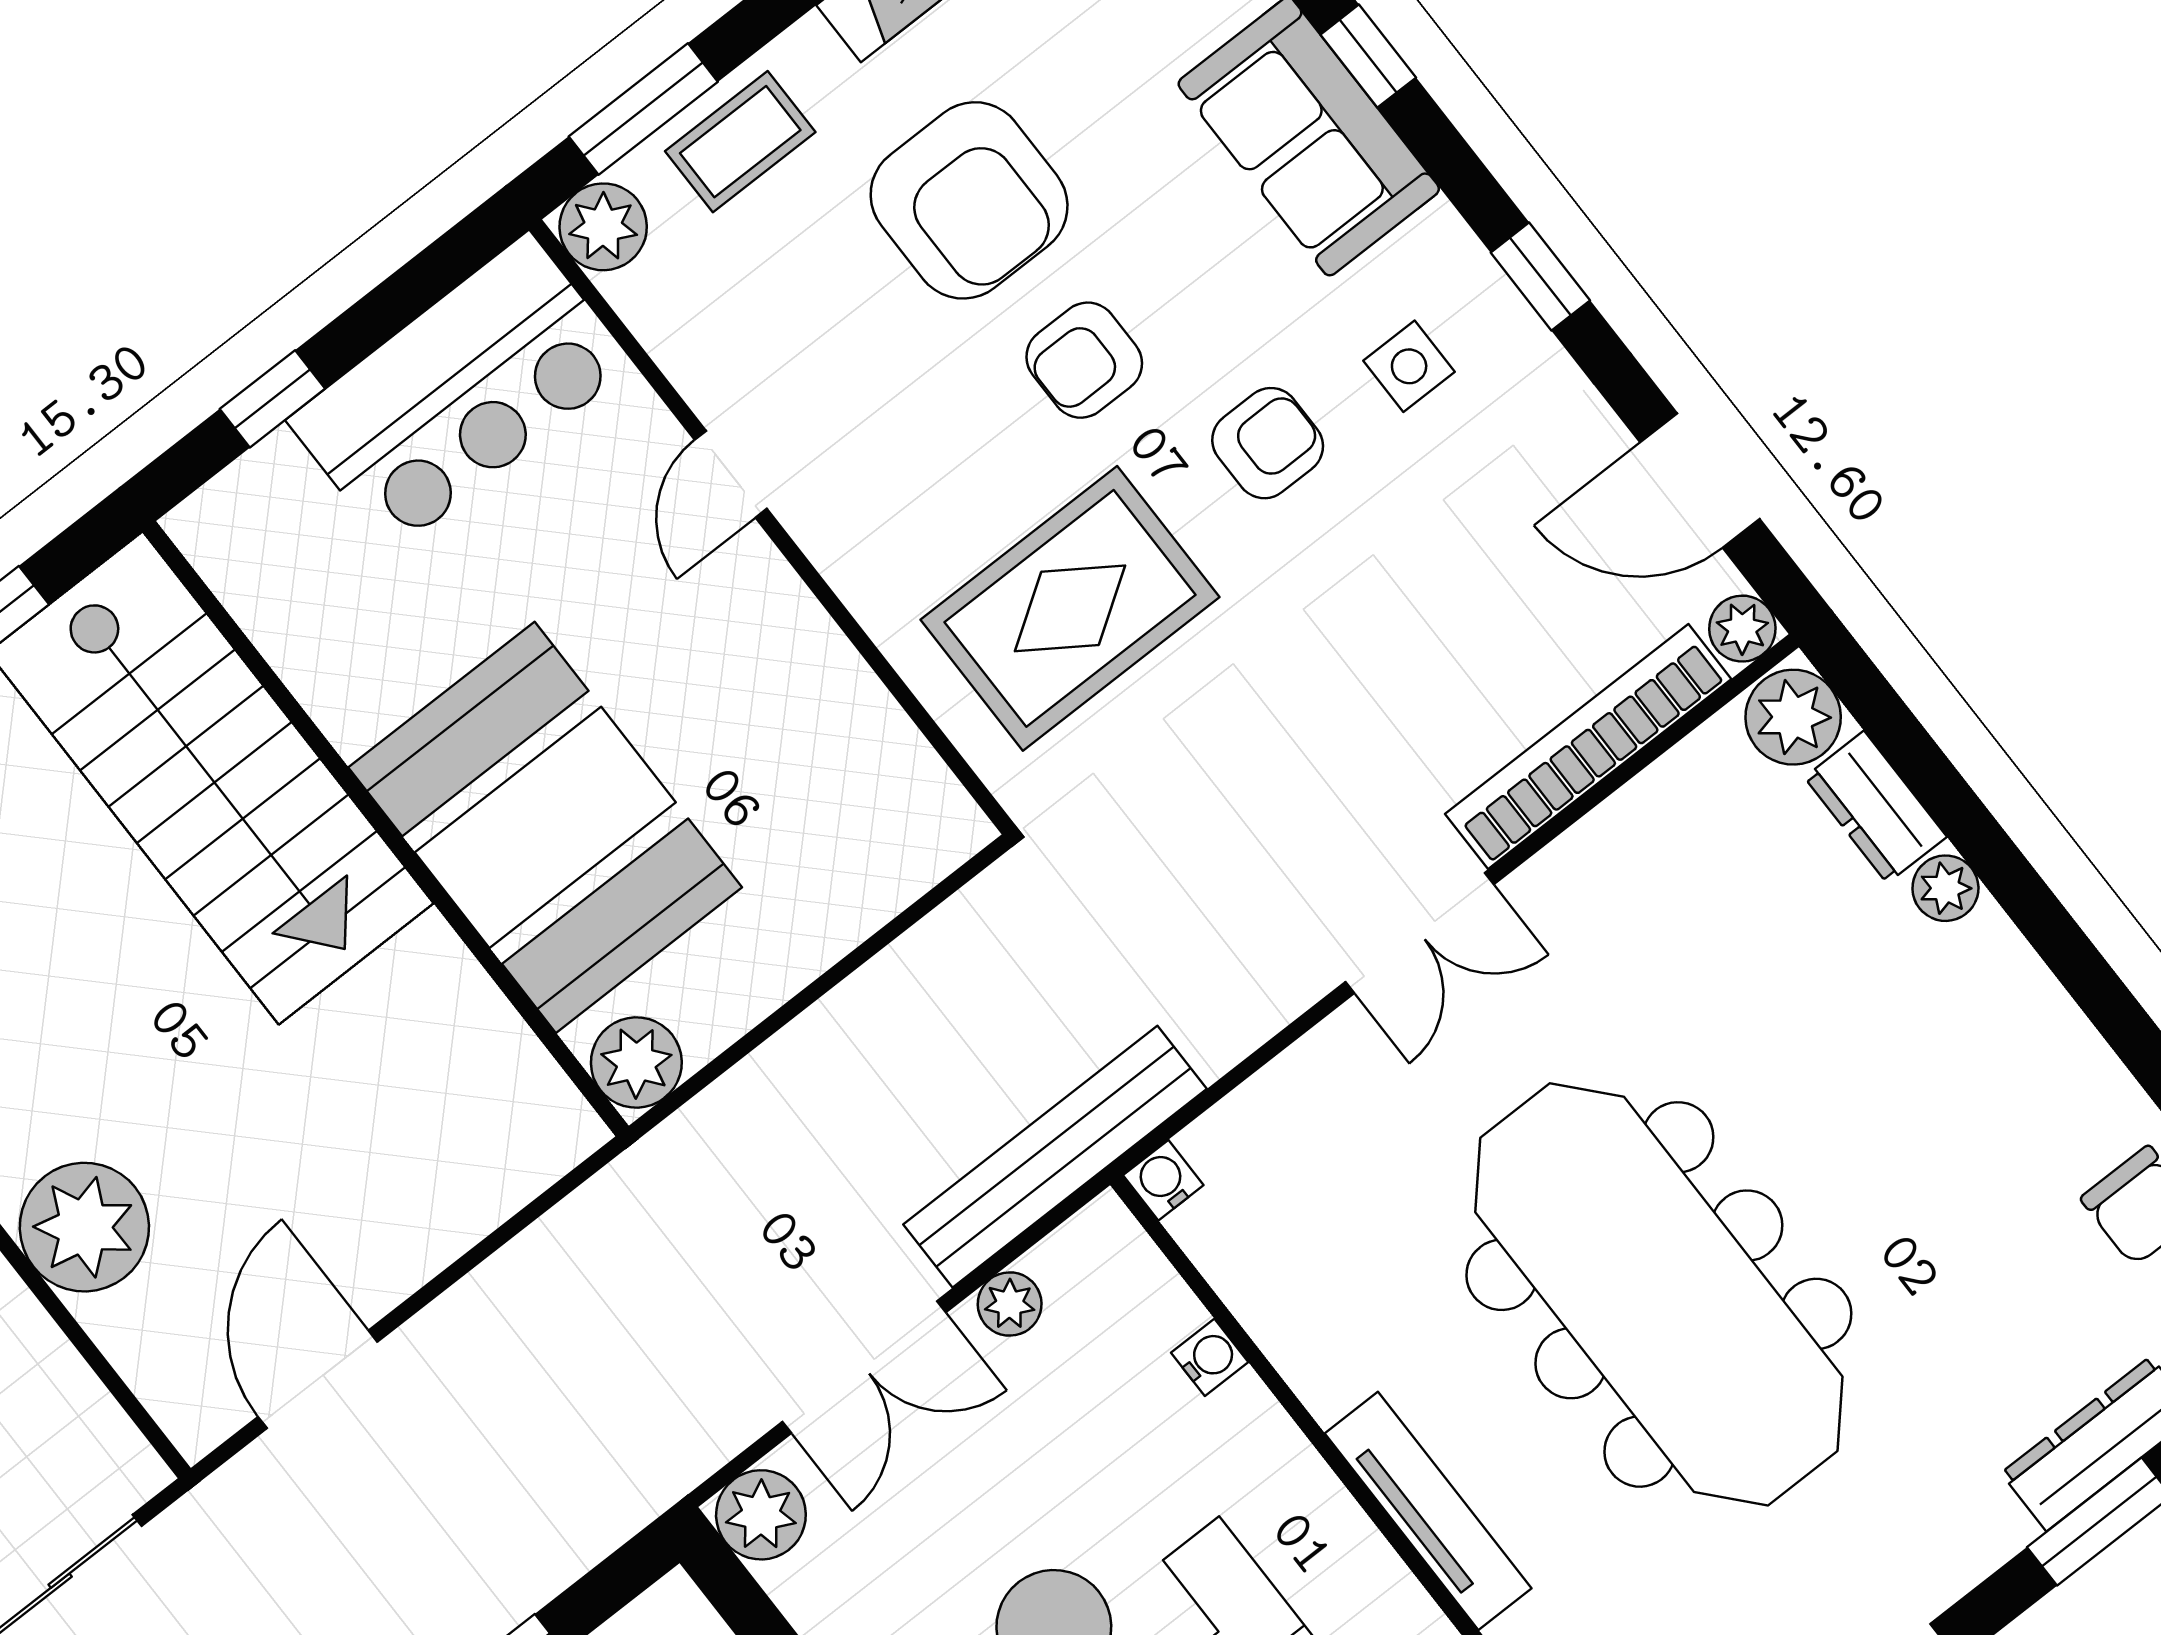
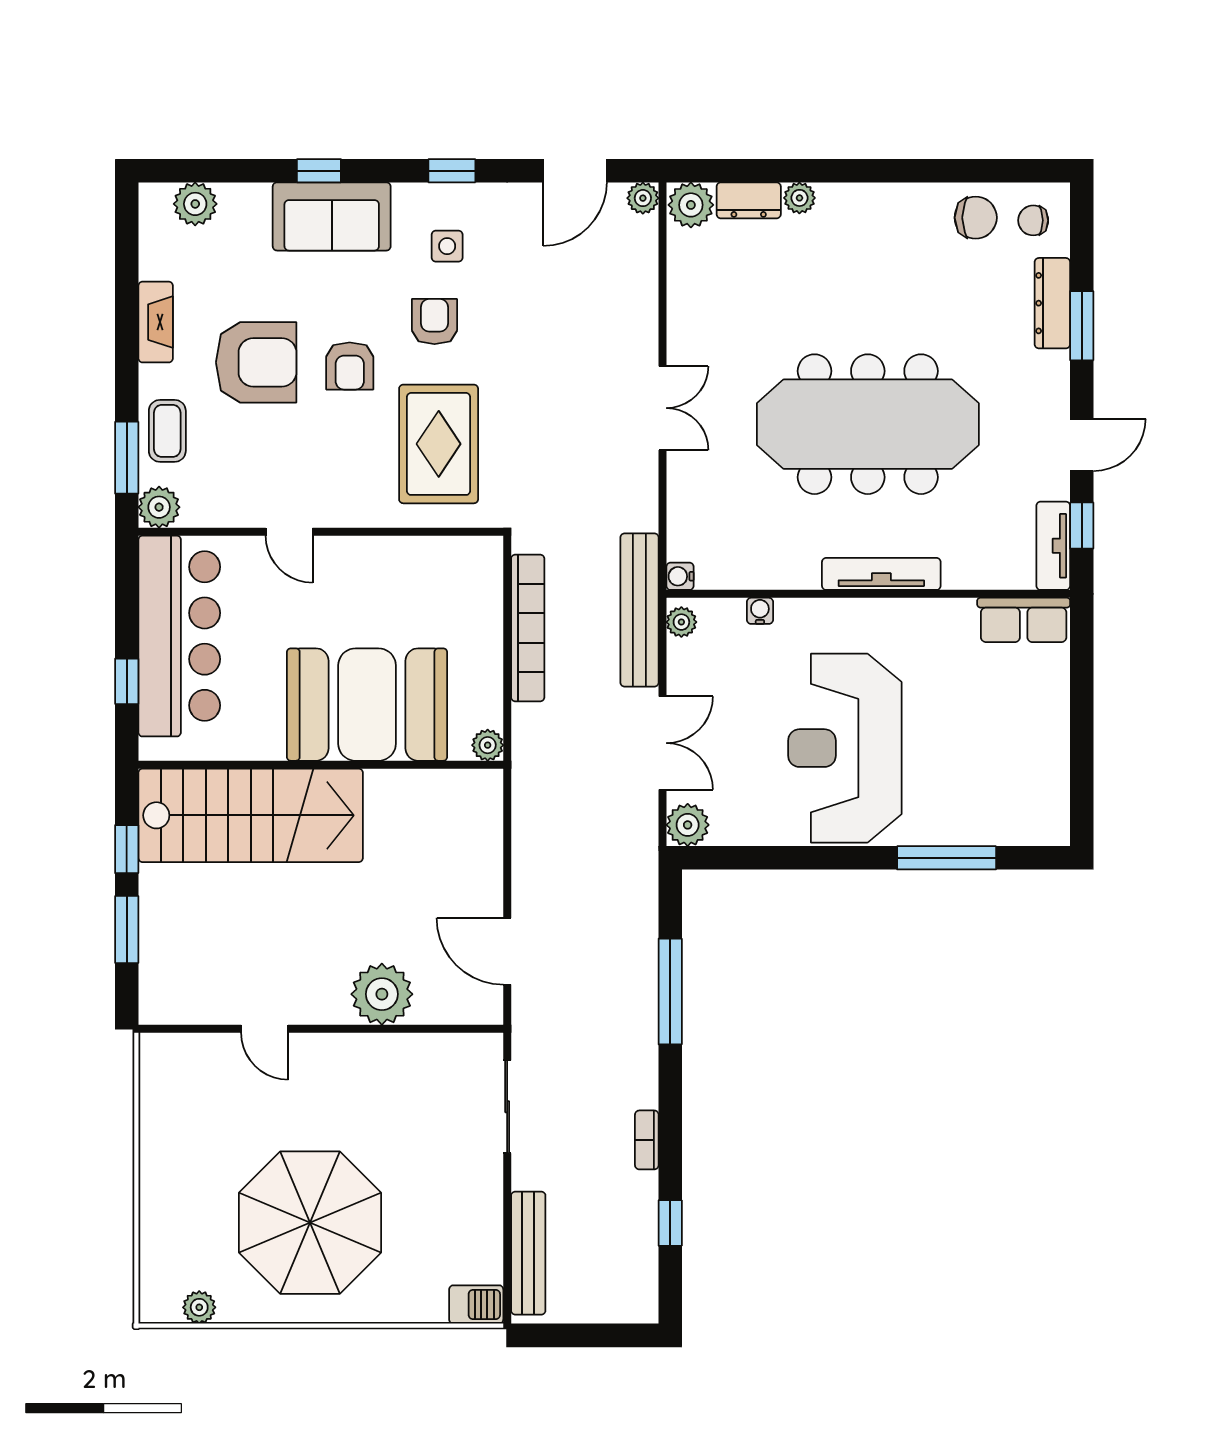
bar counter: (460, 393) -> (179, 636), width x1.36
bookcase: (1588, 746) -> (528, 628), moved, turned 180
plant: (636, 1063) -> (488, 745), width x0.73, depth x0.73
plant: (1010, 1304) -> (681, 622), moved

